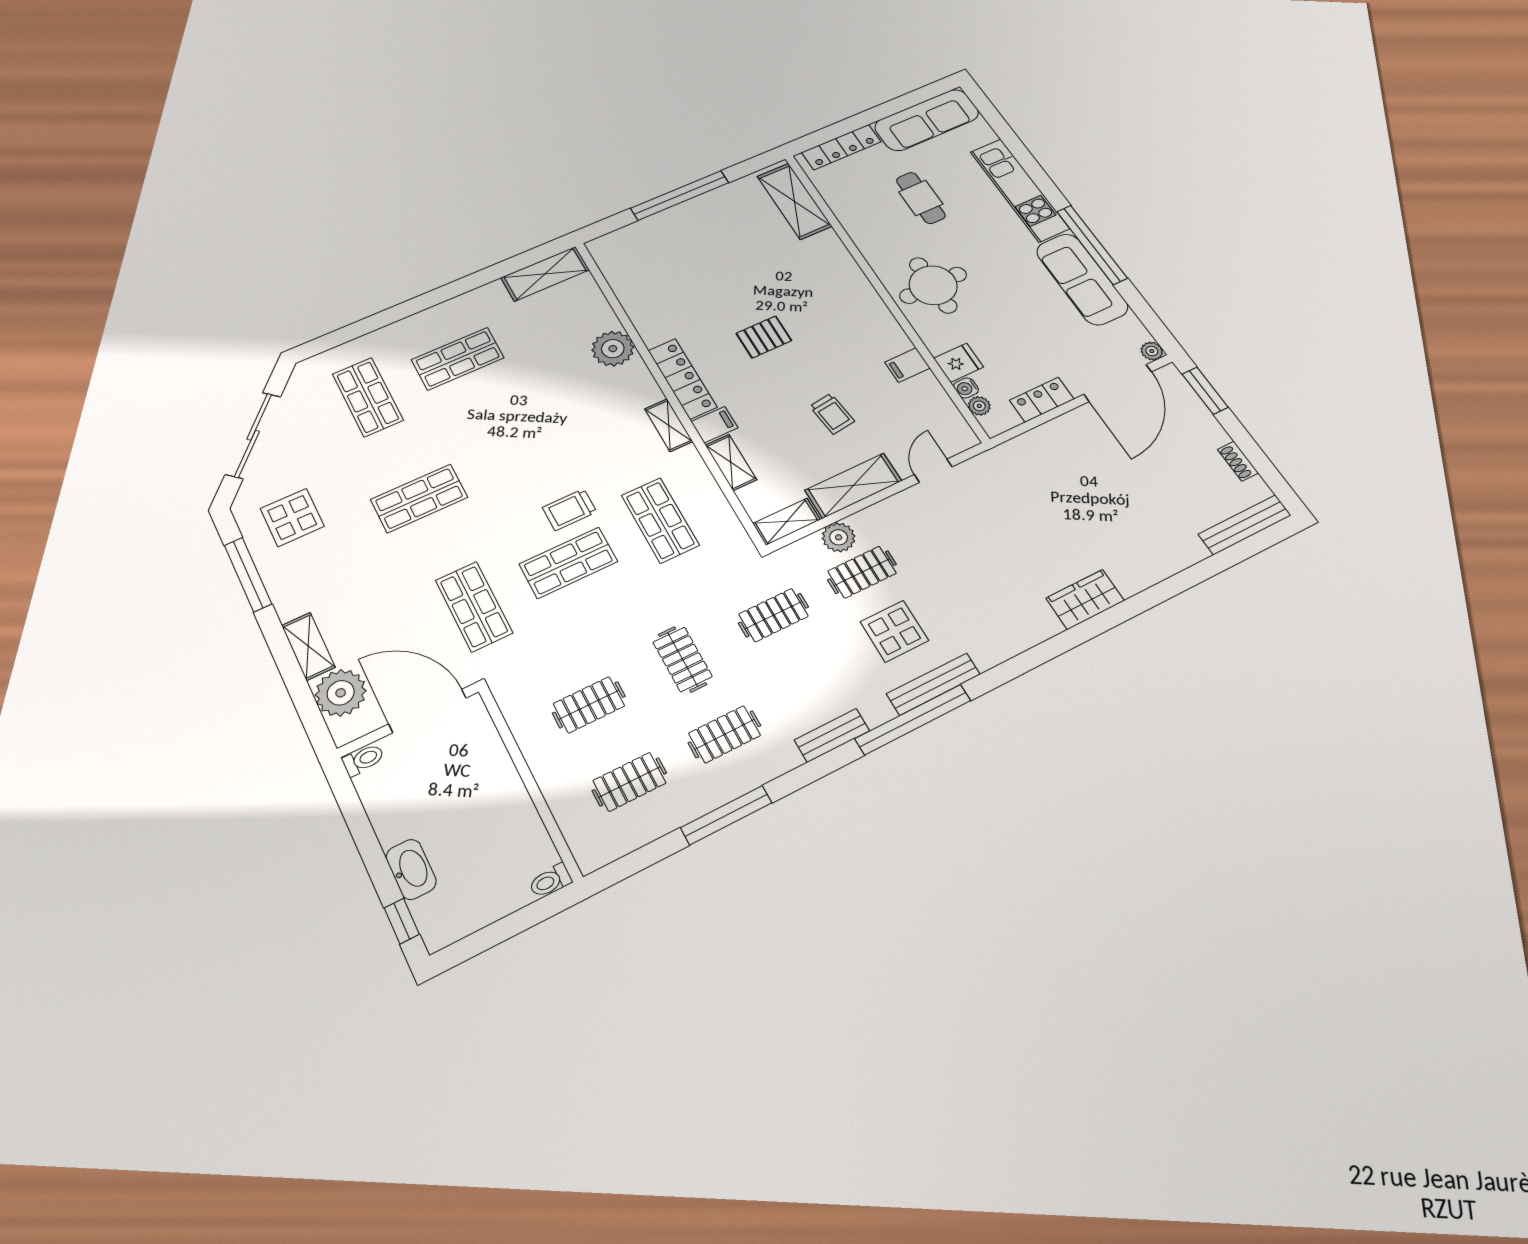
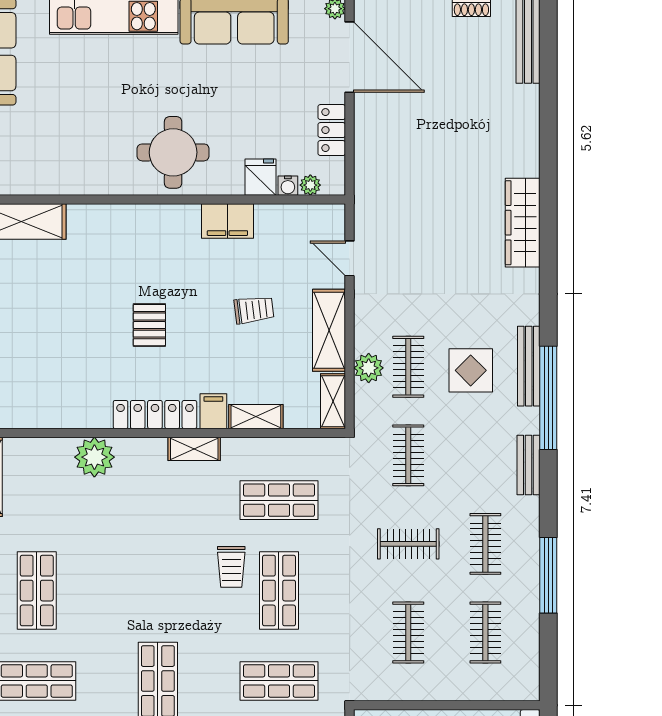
cafe table: (921, 198) -> (76, 109), removed
filing cabinet: (907, 365) -> (227, 221), width x2.00
wardrobe: (1085, 599) -> (523, 223), width x1.50

